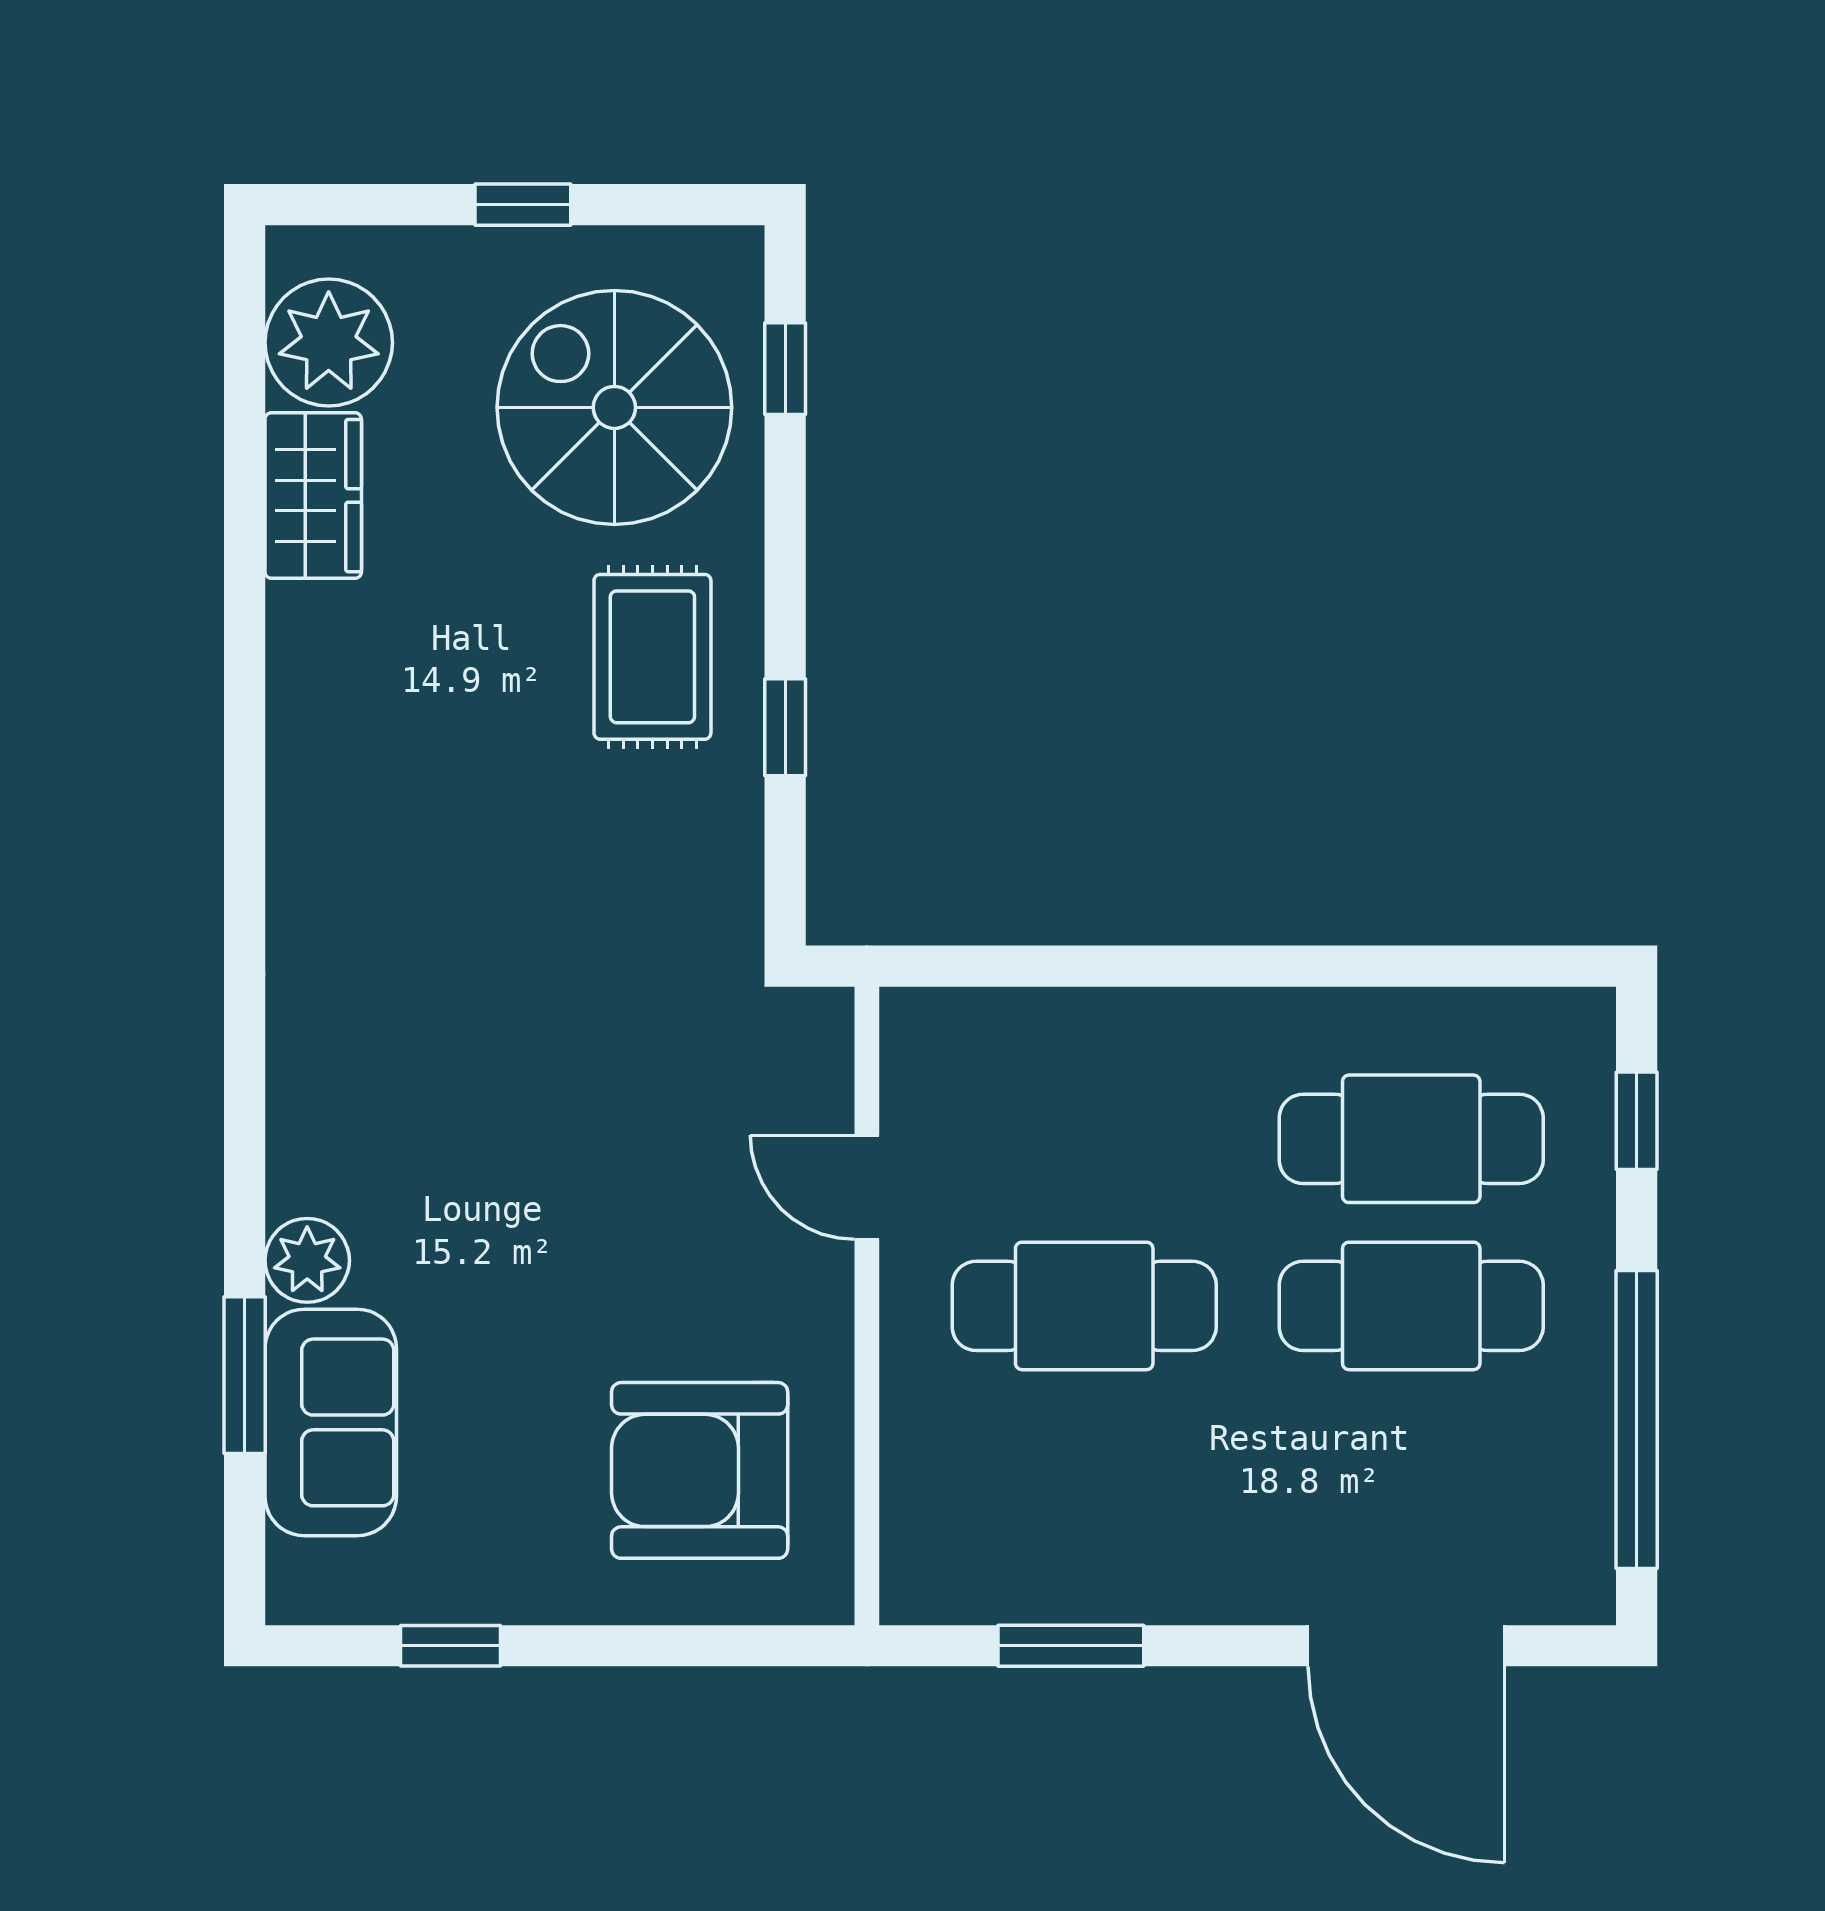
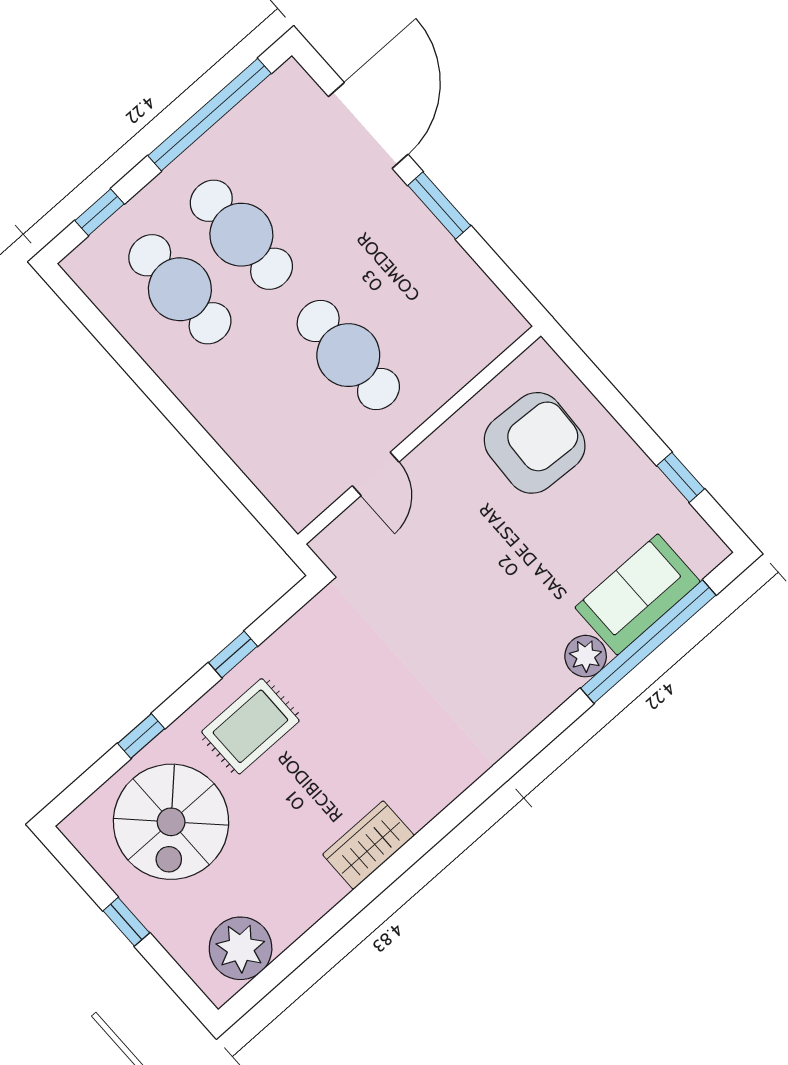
window: (785, 369) -> (141, 736), moved
wardrobe: (313, 496) -> (368, 845), moved
window: (245, 1375) -> (648, 642), width x2.11
armchair: (700, 1470) -> (535, 443), turned -87
window: (1071, 1646) -> (439, 205), moved

